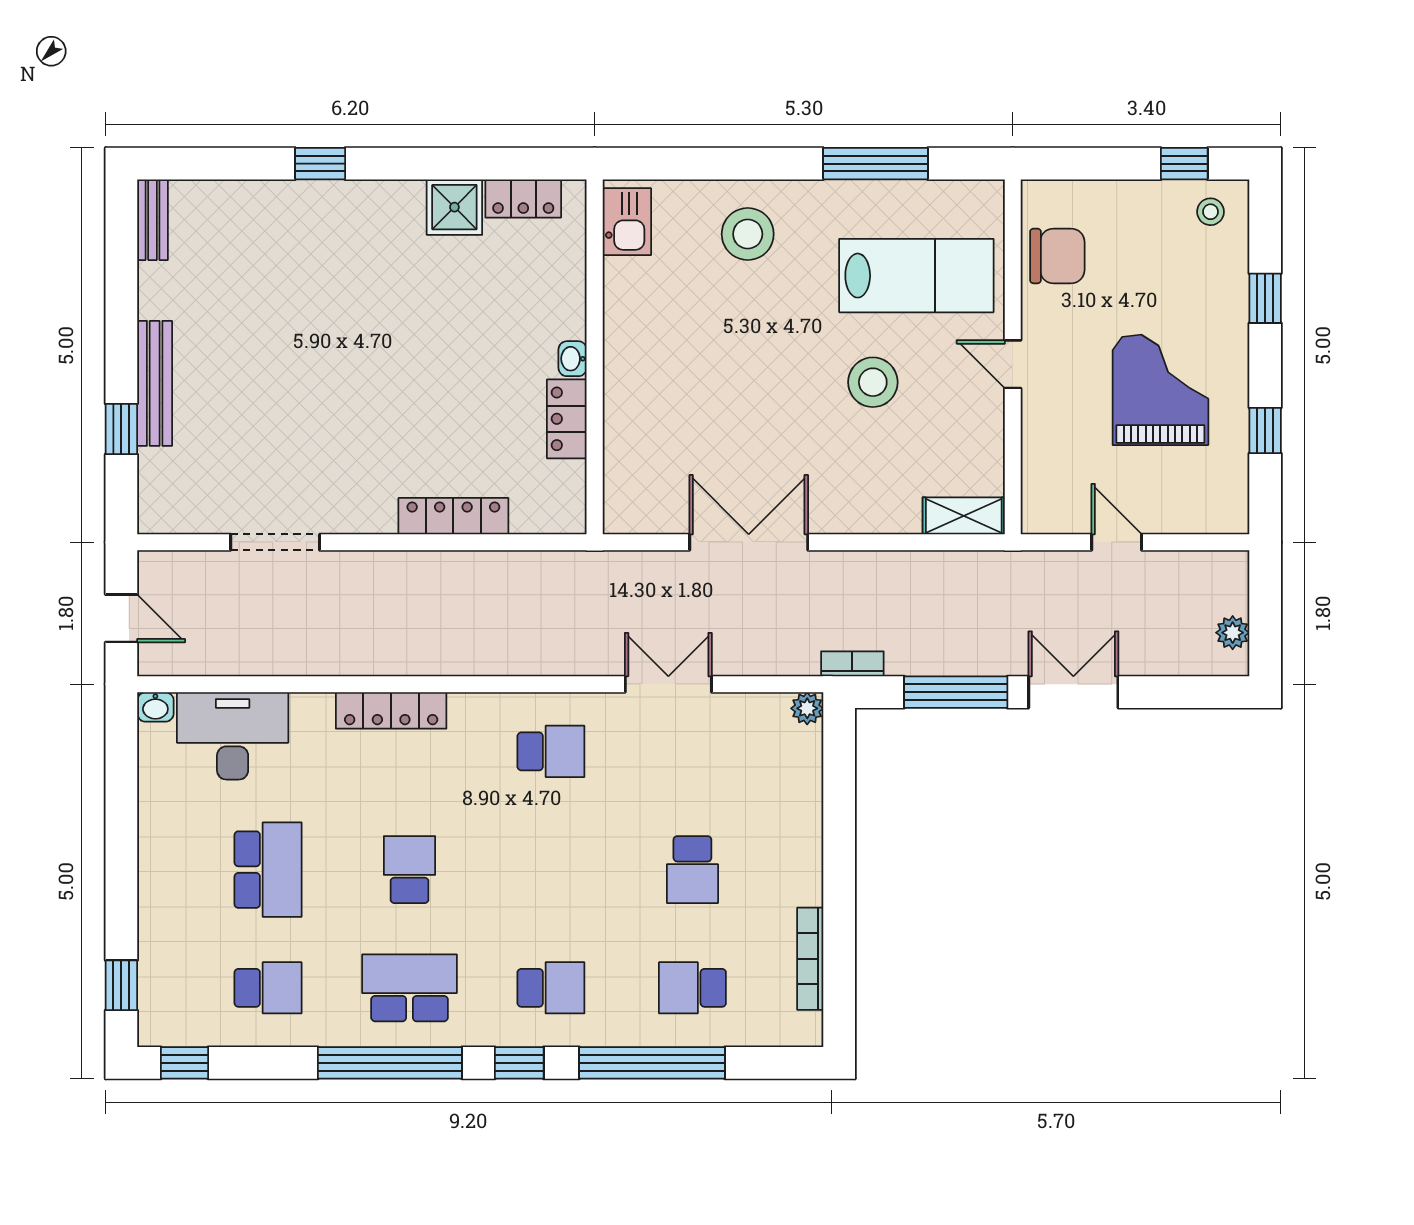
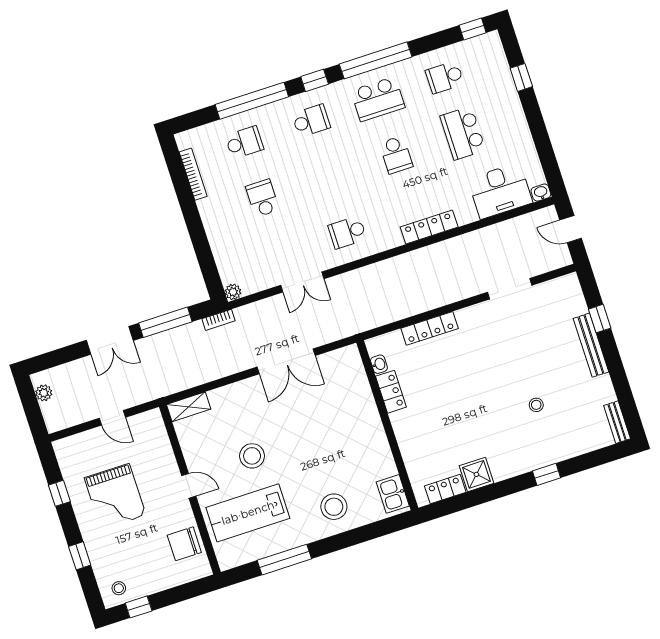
stool: (297, 303) -> (536, 405), added
washbasin: (573, 359) -> (379, 364), moved
window: (121, 985) -> (521, 77), moved
school desk: (551, 988) -> (311, 121), turned 180

